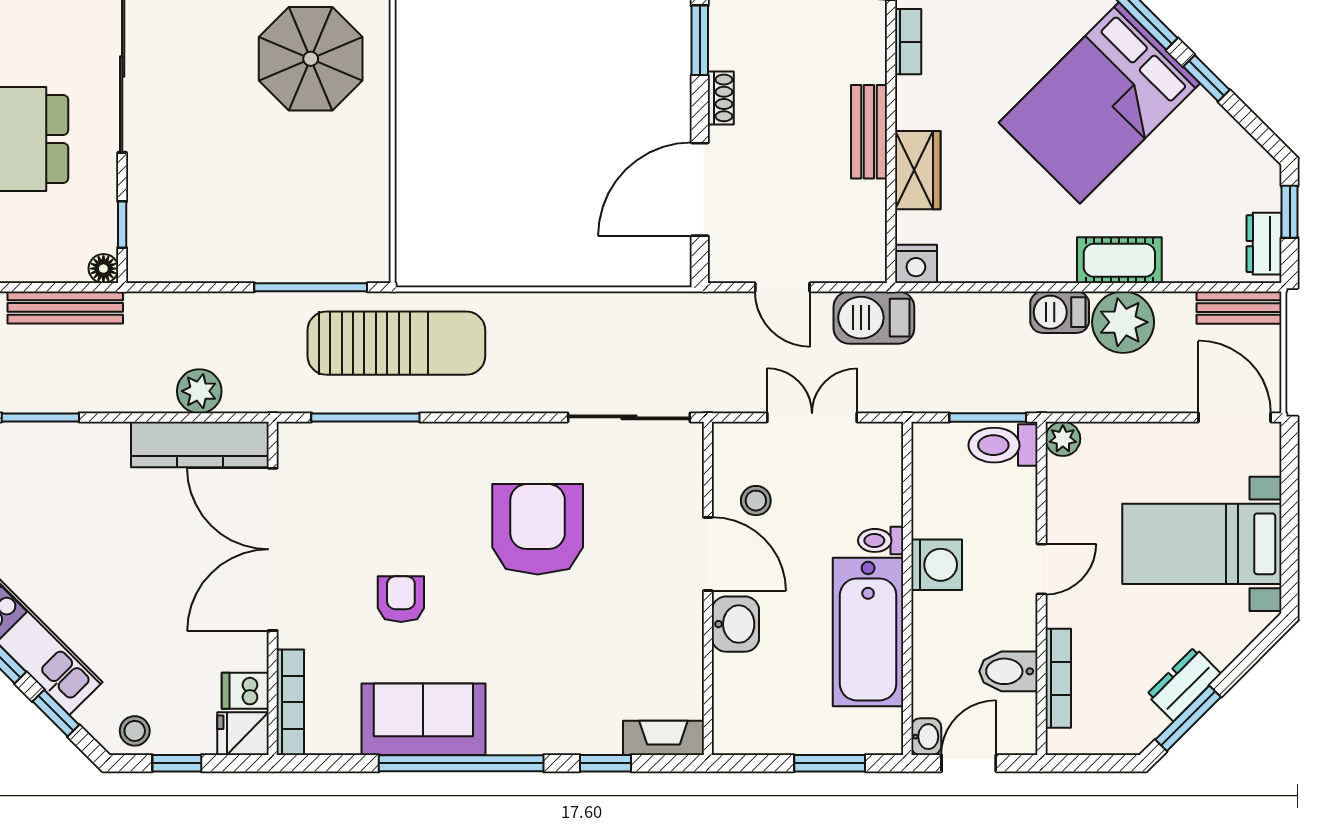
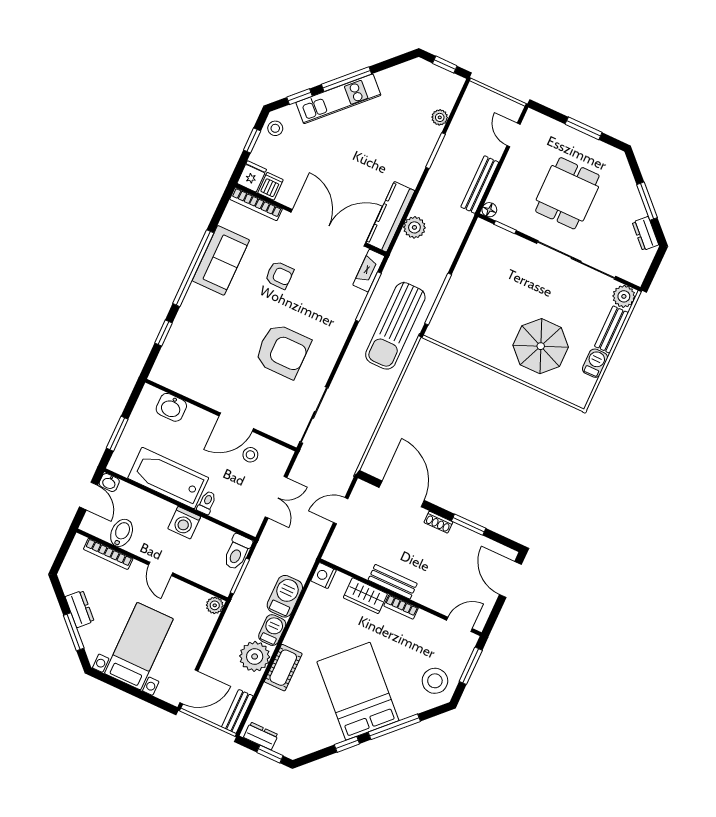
bookcase: (908, 42) -> (401, 607), moved
barbecue: (874, 318) -> (285, 596), moved
toilet: (1003, 445) -> (237, 552), moved, turned 180
washbasin: (735, 624) -> (171, 407), moved
window: (1188, 718) -> (74, 632), moved
fireplace: (663, 738) -> (369, 271), moved, turned 180

